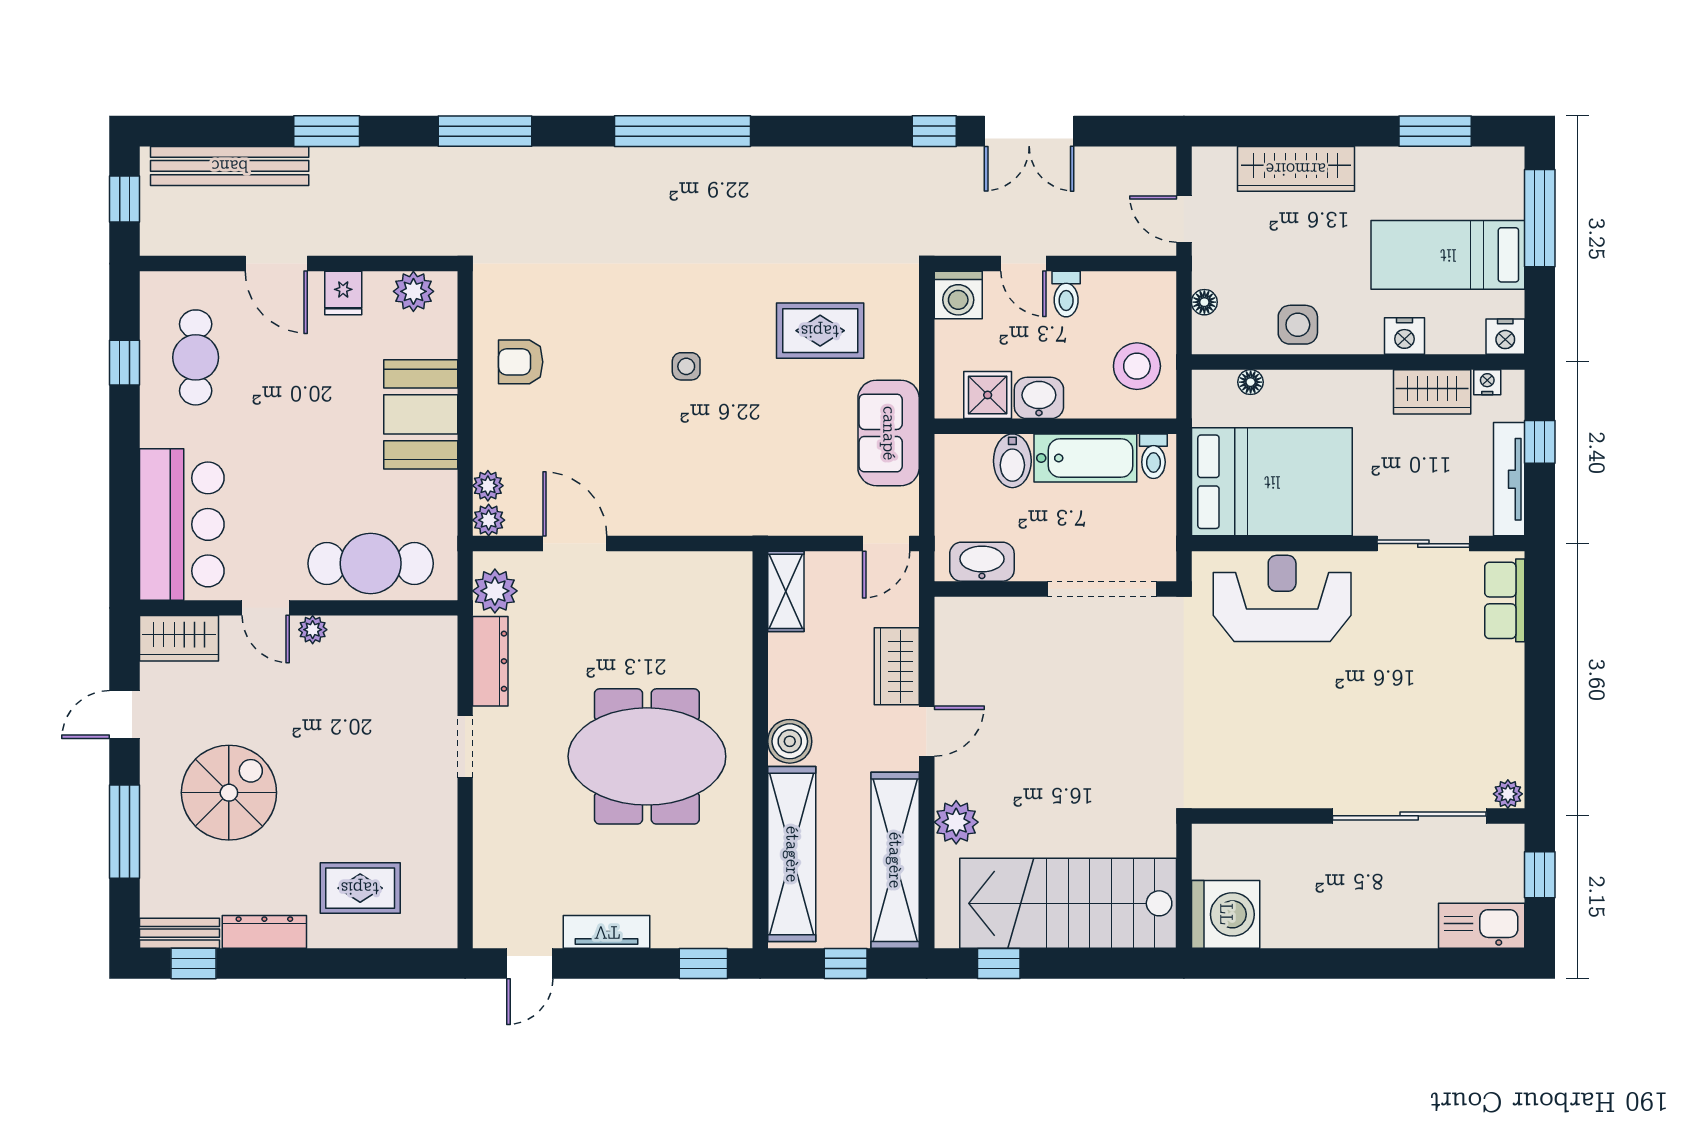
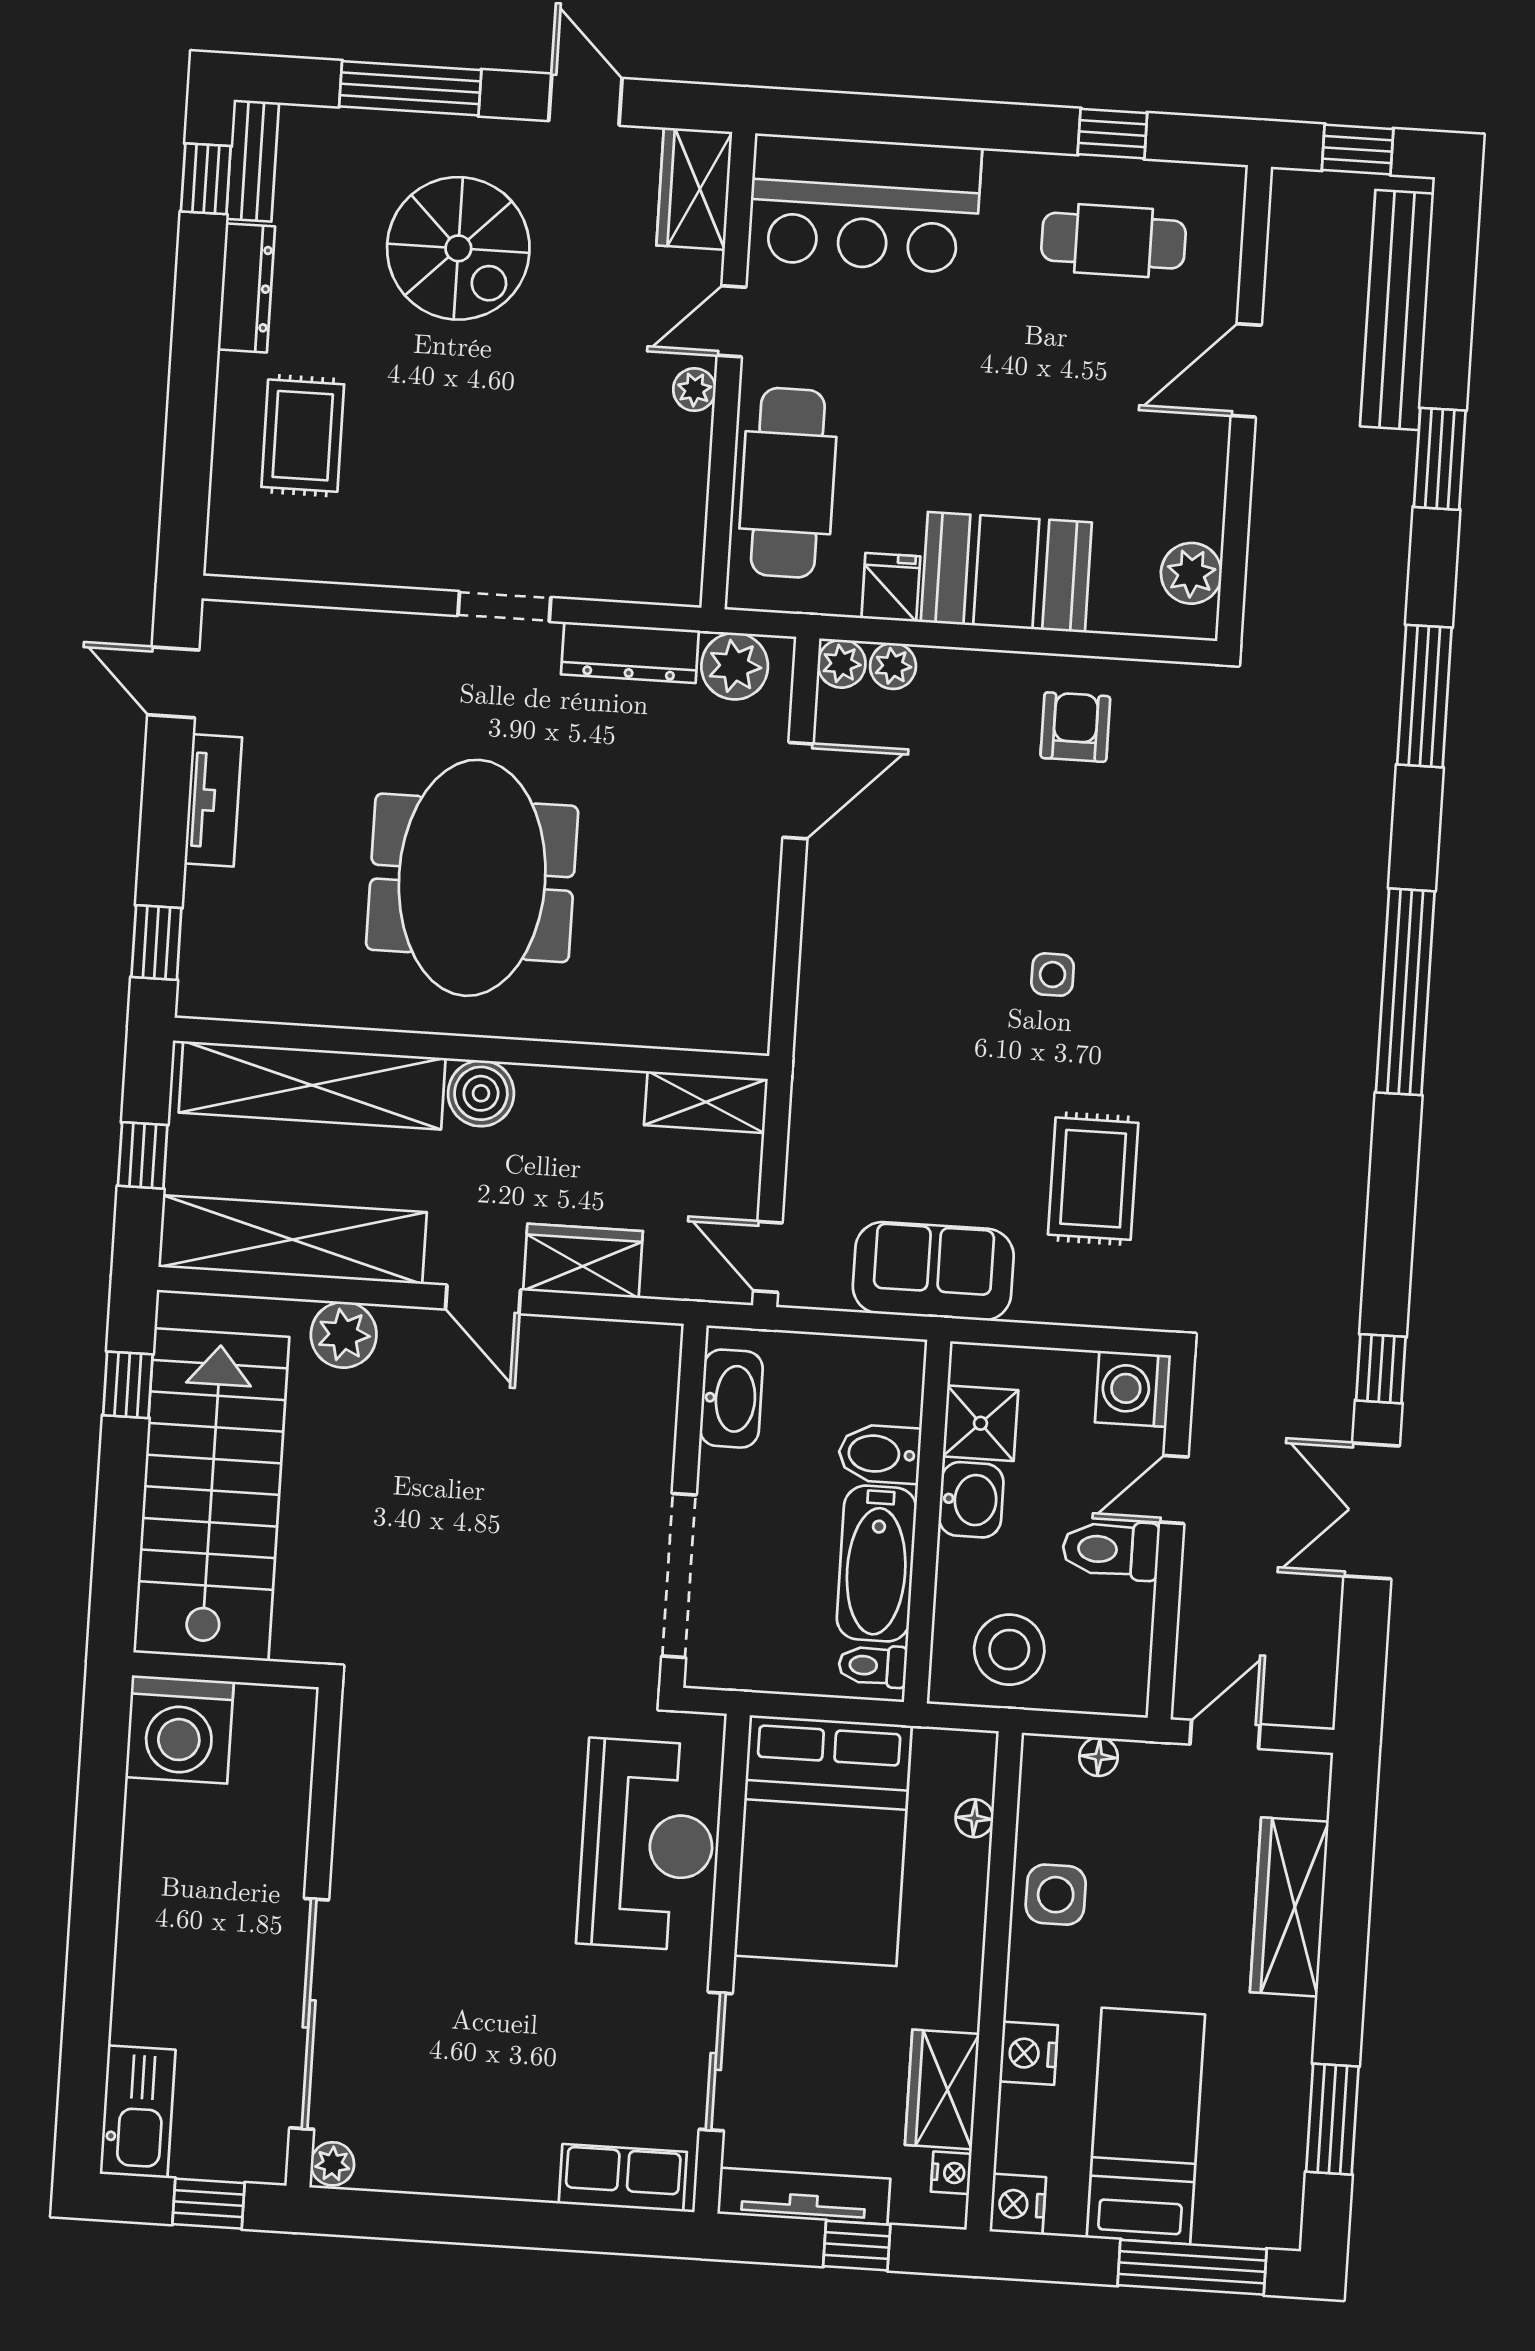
fridge: (343, 293) -> (891, 587), moved, turned 90
toilet: (1066, 294) -> (1111, 1550), width x1.37, depth x1.39

